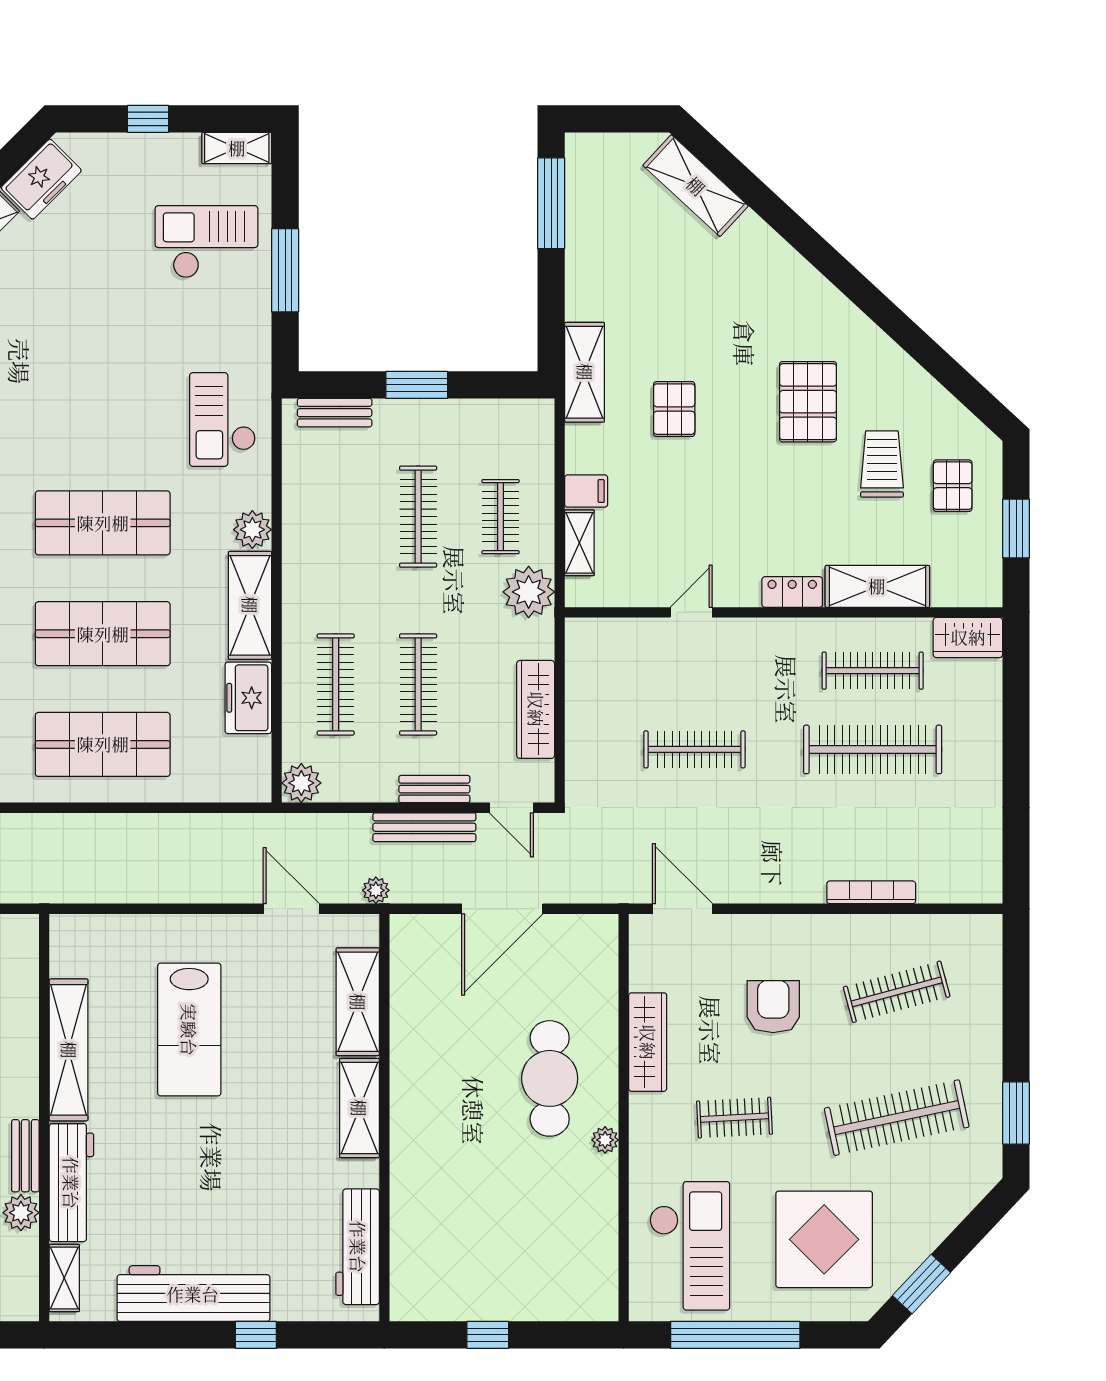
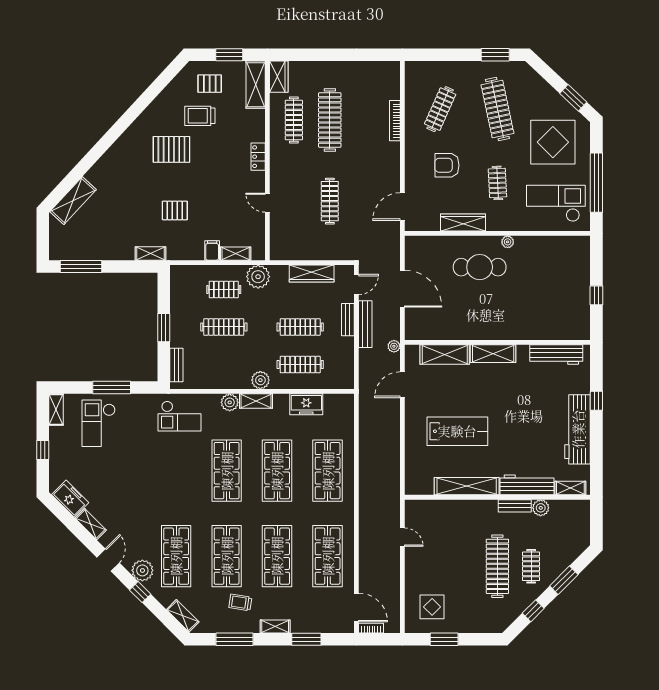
shelving: (585, 372) -> (150, 253), width x0.67, depth x0.75
shelving: (877, 586) -> (256, 85), moved
shelving: (250, 605) -> (256, 401), width x0.67, depth x0.75
plant: (301, 783) -> (260, 380), moved
clothes rail: (897, 992) -> (440, 109), turned 39

